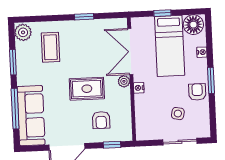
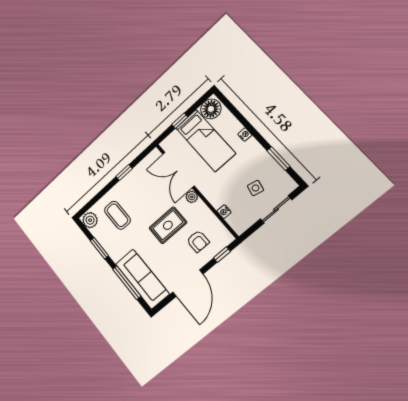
nightstand: (202, 52) -> (245, 135), moved
window: (211, 80) -> (279, 159), moved
nightstand: (139, 88) -> (224, 212), moved
armchair: (197, 92) -> (257, 158), removed

